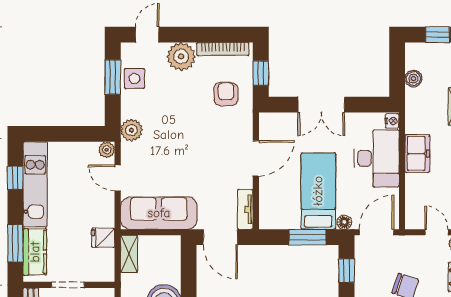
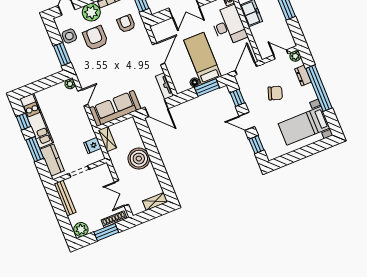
window: (113, 77) -> (62, 54), moved
armchair: (172, 97) -> (95, 38), added
plant: (131, 130) -> (80, 67), removed
door: (118, 178) -> (83, 98), swing flipped
floor lamp: (344, 222) -> (195, 82), moved
fridge: (103, 238) -> (93, 146), moved
window: (15, 243) -> (35, 149), moved

